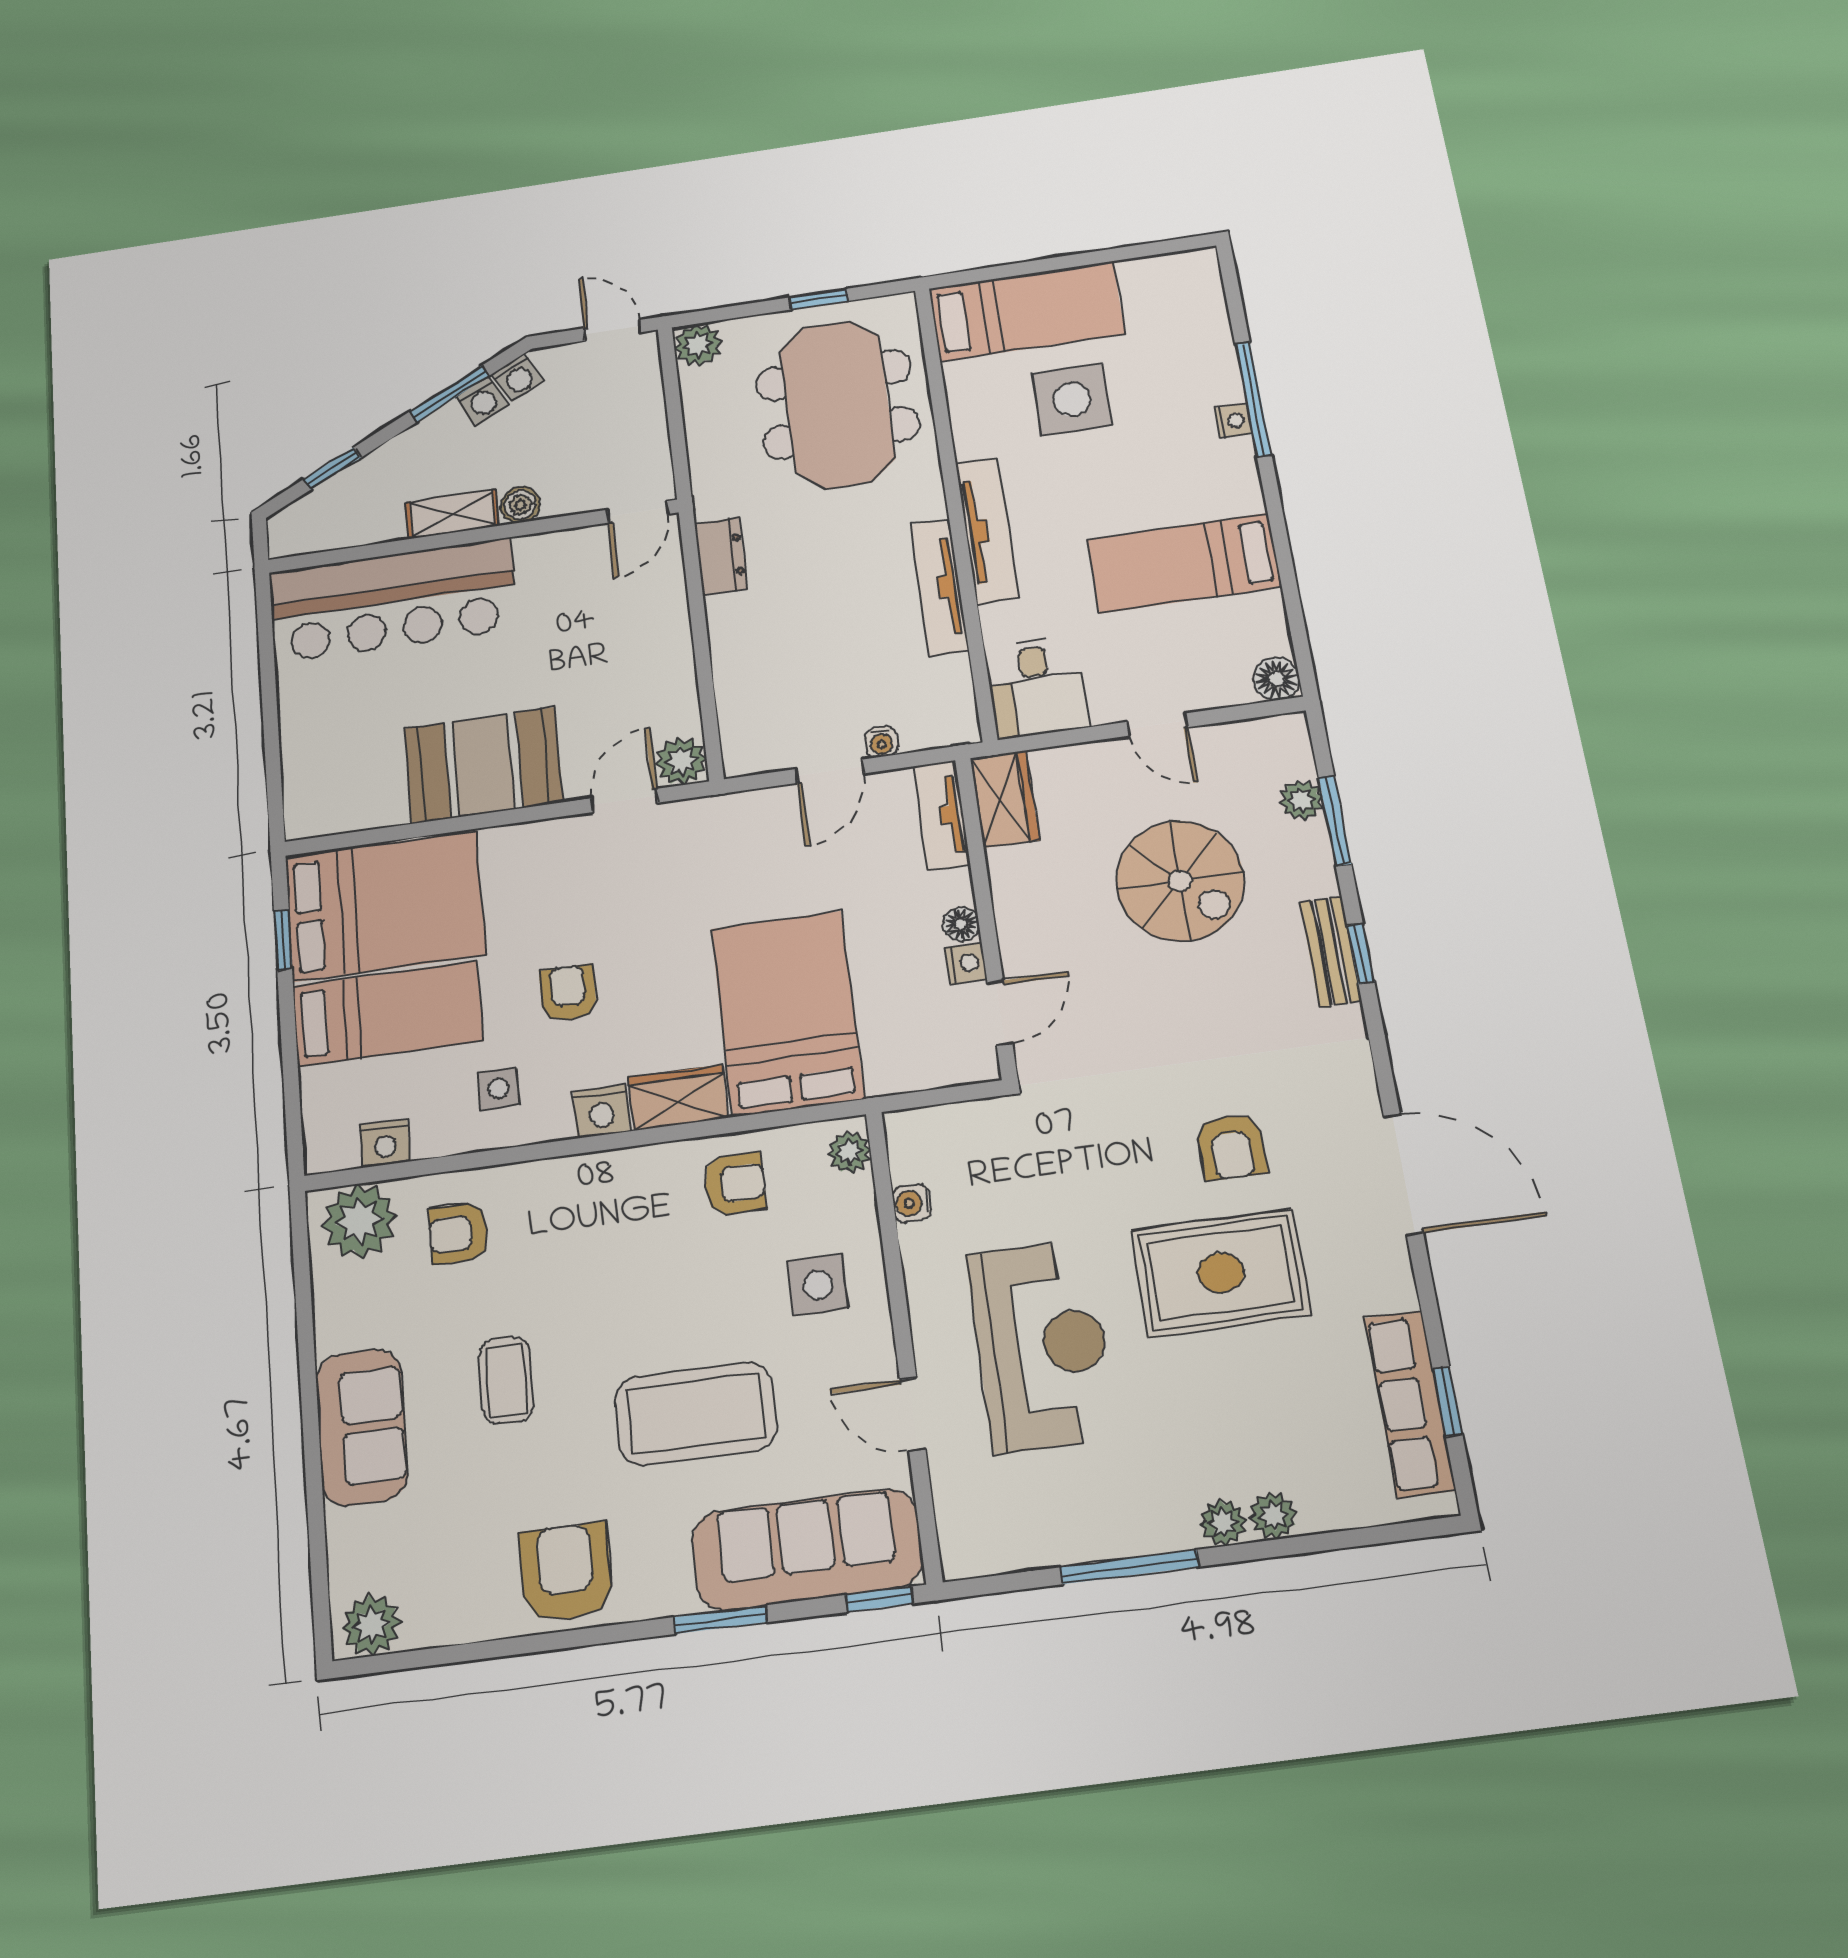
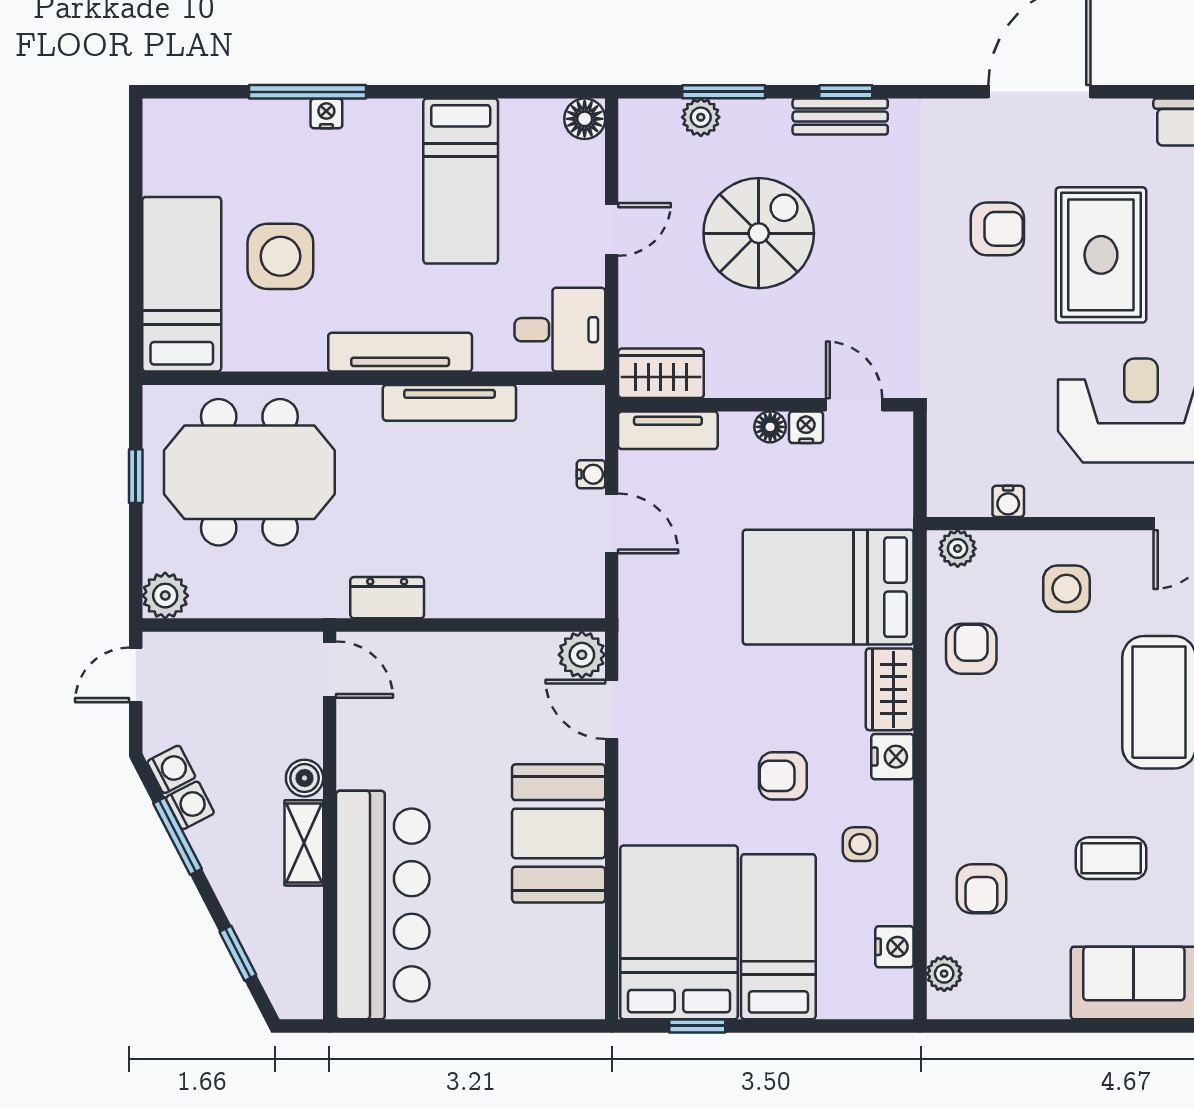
plant: (359, 1221) -> (944, 974), width x0.53, depth x0.53

